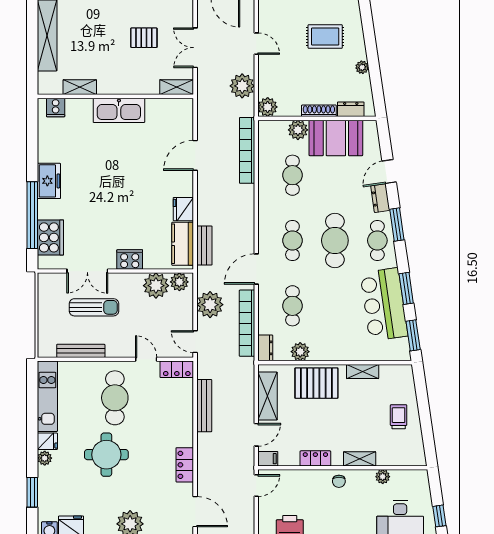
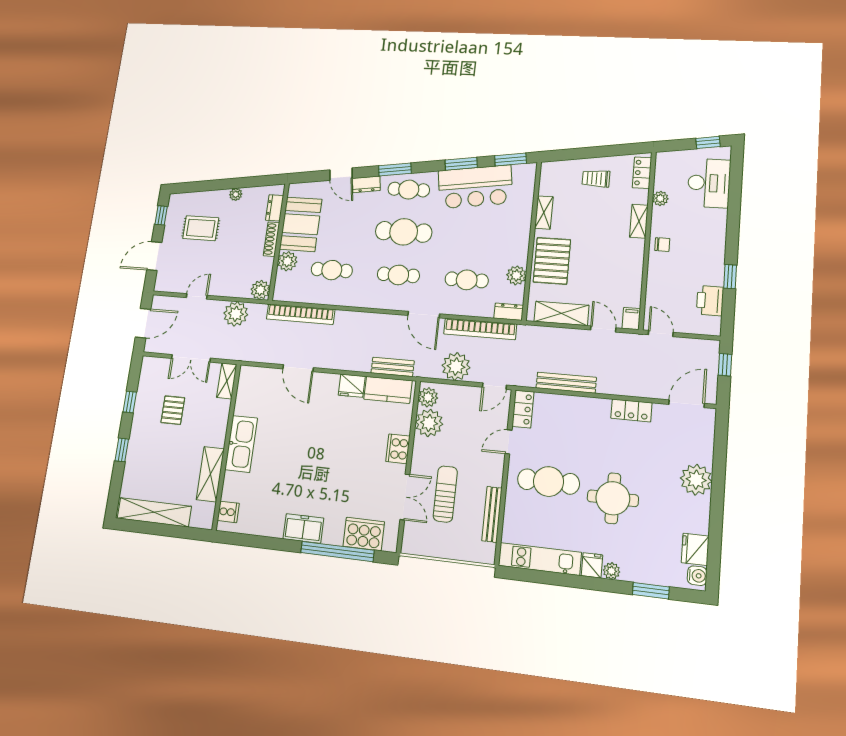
rug: (325, 37) -> (201, 228), turned 90
shelving: (80, 87) -> (210, 474), width x1.50, depth x1.33
locker: (315, 458) -> (642, 173), moved

